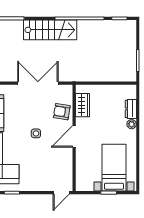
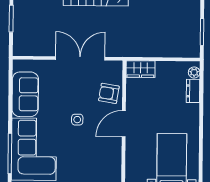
wardrobe: (83, 105) -> (141, 69), moved, turned 90
plant: (132, 124) -> (194, 72), moved

